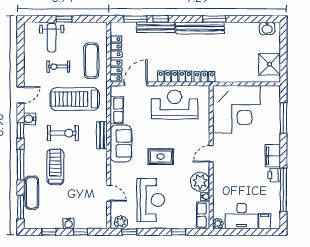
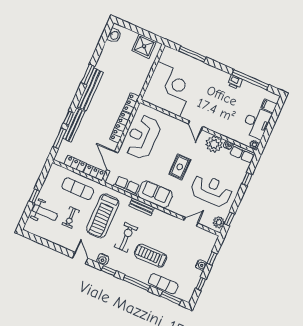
filing cabinet: (273, 156) -> (219, 76), removed

